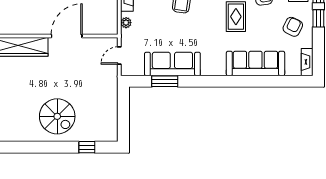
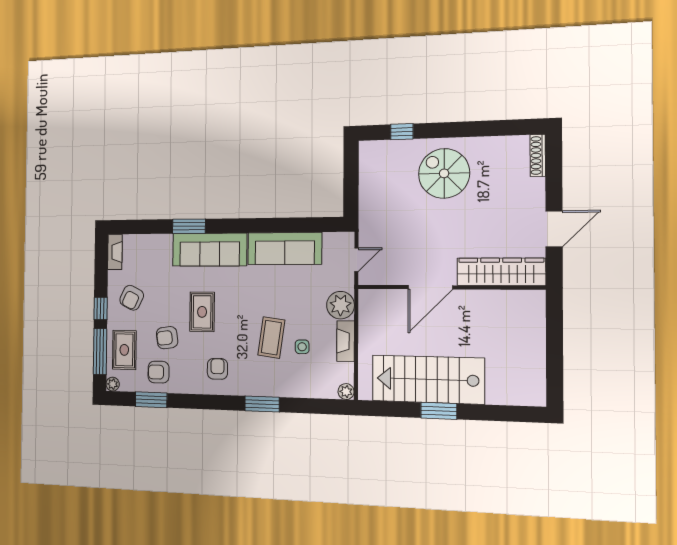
plant: (126, 23) -> (341, 305), width x1.88, depth x1.88
sofa: (255, 63) -> (210, 250), moved
window: (165, 81) -> (189, 226), moved

